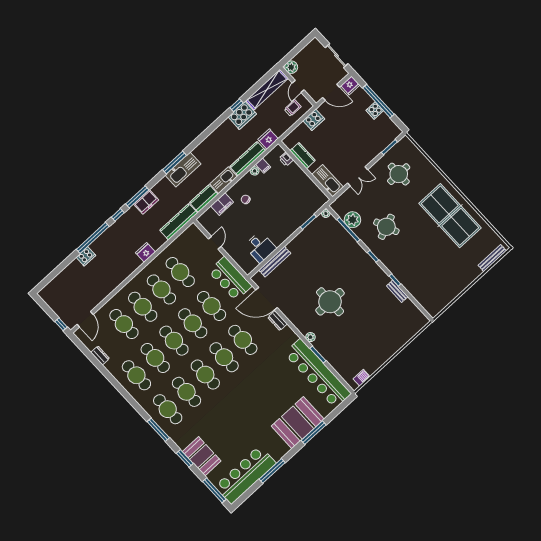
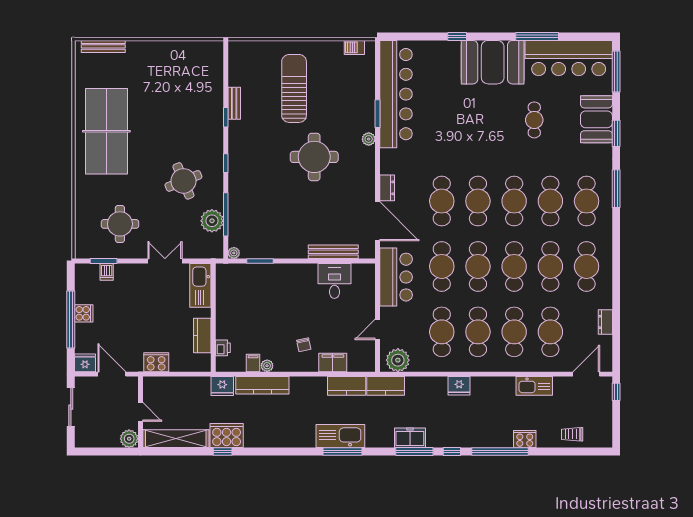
door: (298, 86) -> (141, 412), hinge flipped
trolley: (293, 108) -> (572, 434), moved
dishwasher: (383, 143) -> (107, 272), added
kitchen sink: (224, 180) -> (534, 386), moved
kitchen counter: (179, 222) -> (386, 386), width x0.67
plant: (189, 236) -> (398, 360), added
sun lounger: (373, 328) -> (294, 88), added
booth: (298, 423) -> (493, 62), moved
cafe table: (234, 426) -> (534, 120), added
window: (314, 433) -> (457, 36), width x0.46

